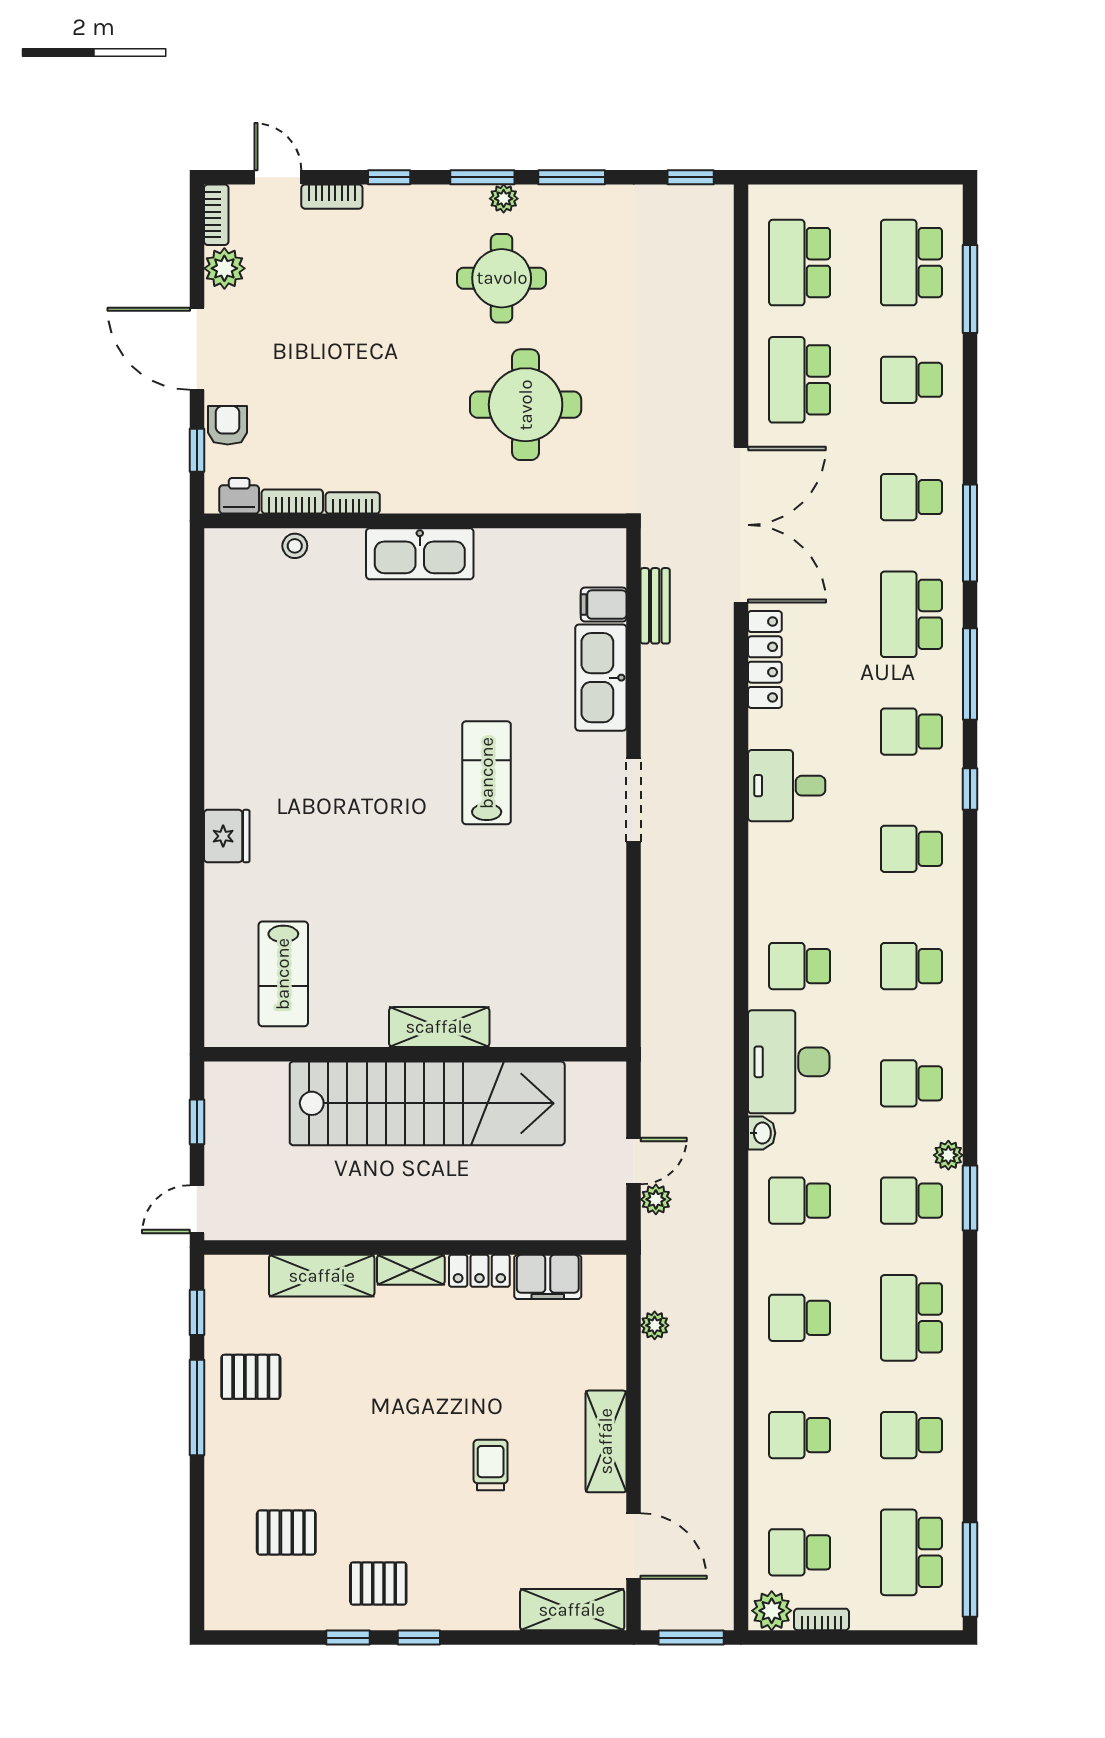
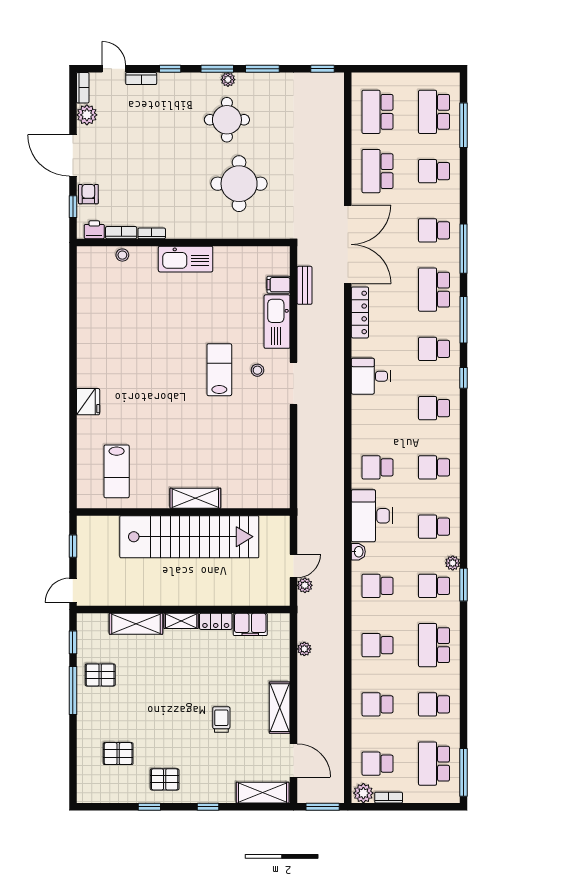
stool: (562, 774) -> (257, 370), added
window: (419, 1638) -> (208, 807), moved

